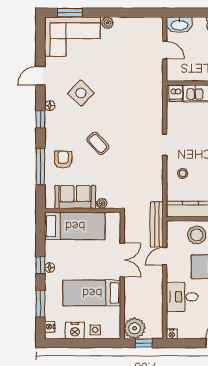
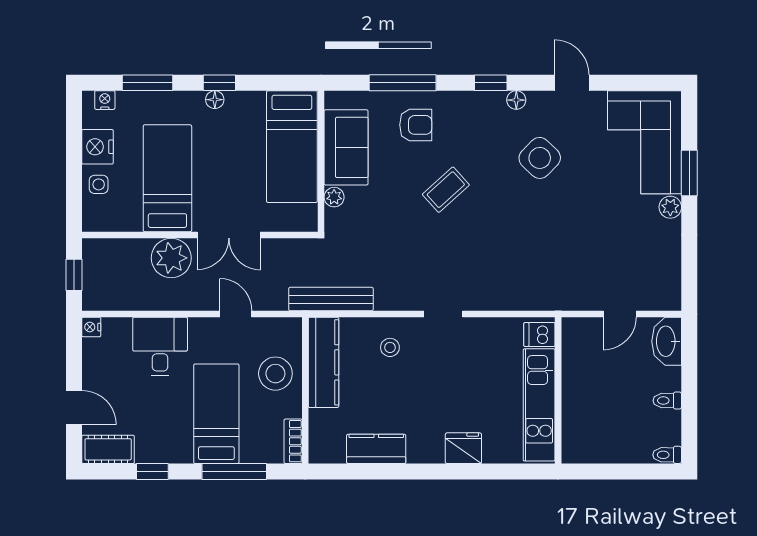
window: (70, 13) -> (689, 173), moved
bench: (157, 224) -> (331, 299), moved
plant: (135, 328) -> (171, 258), moved

